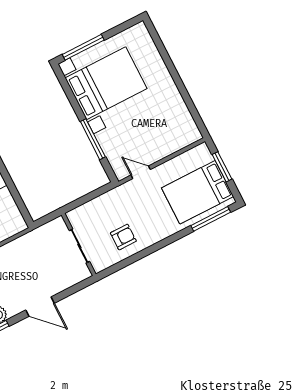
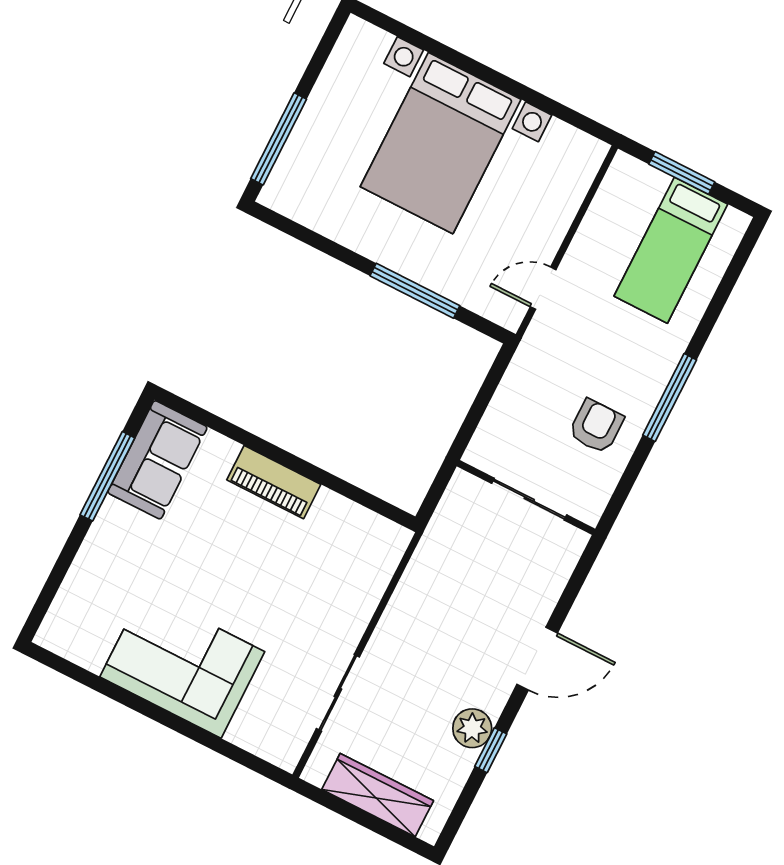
bed with nightstands: (106, 83) -> (441, 143), moved, turned 180
bed: (198, 192) -> (671, 250), width x0.67
window: (211, 219) -> (670, 398), moved

